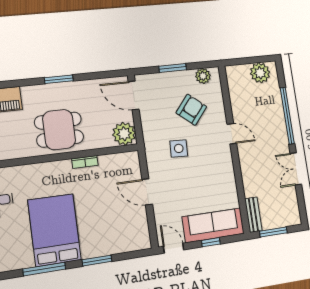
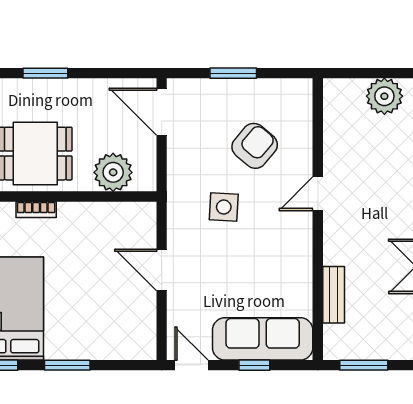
plant: (203, 76) -> (283, 92), removed
plant: (124, 134) -> (113, 172), moved
door: (232, 134) -> (318, 194), swing flipped
bookcase: (85, 162) -> (36, 210), moved
bench: (253, 215) -> (334, 295), moved

